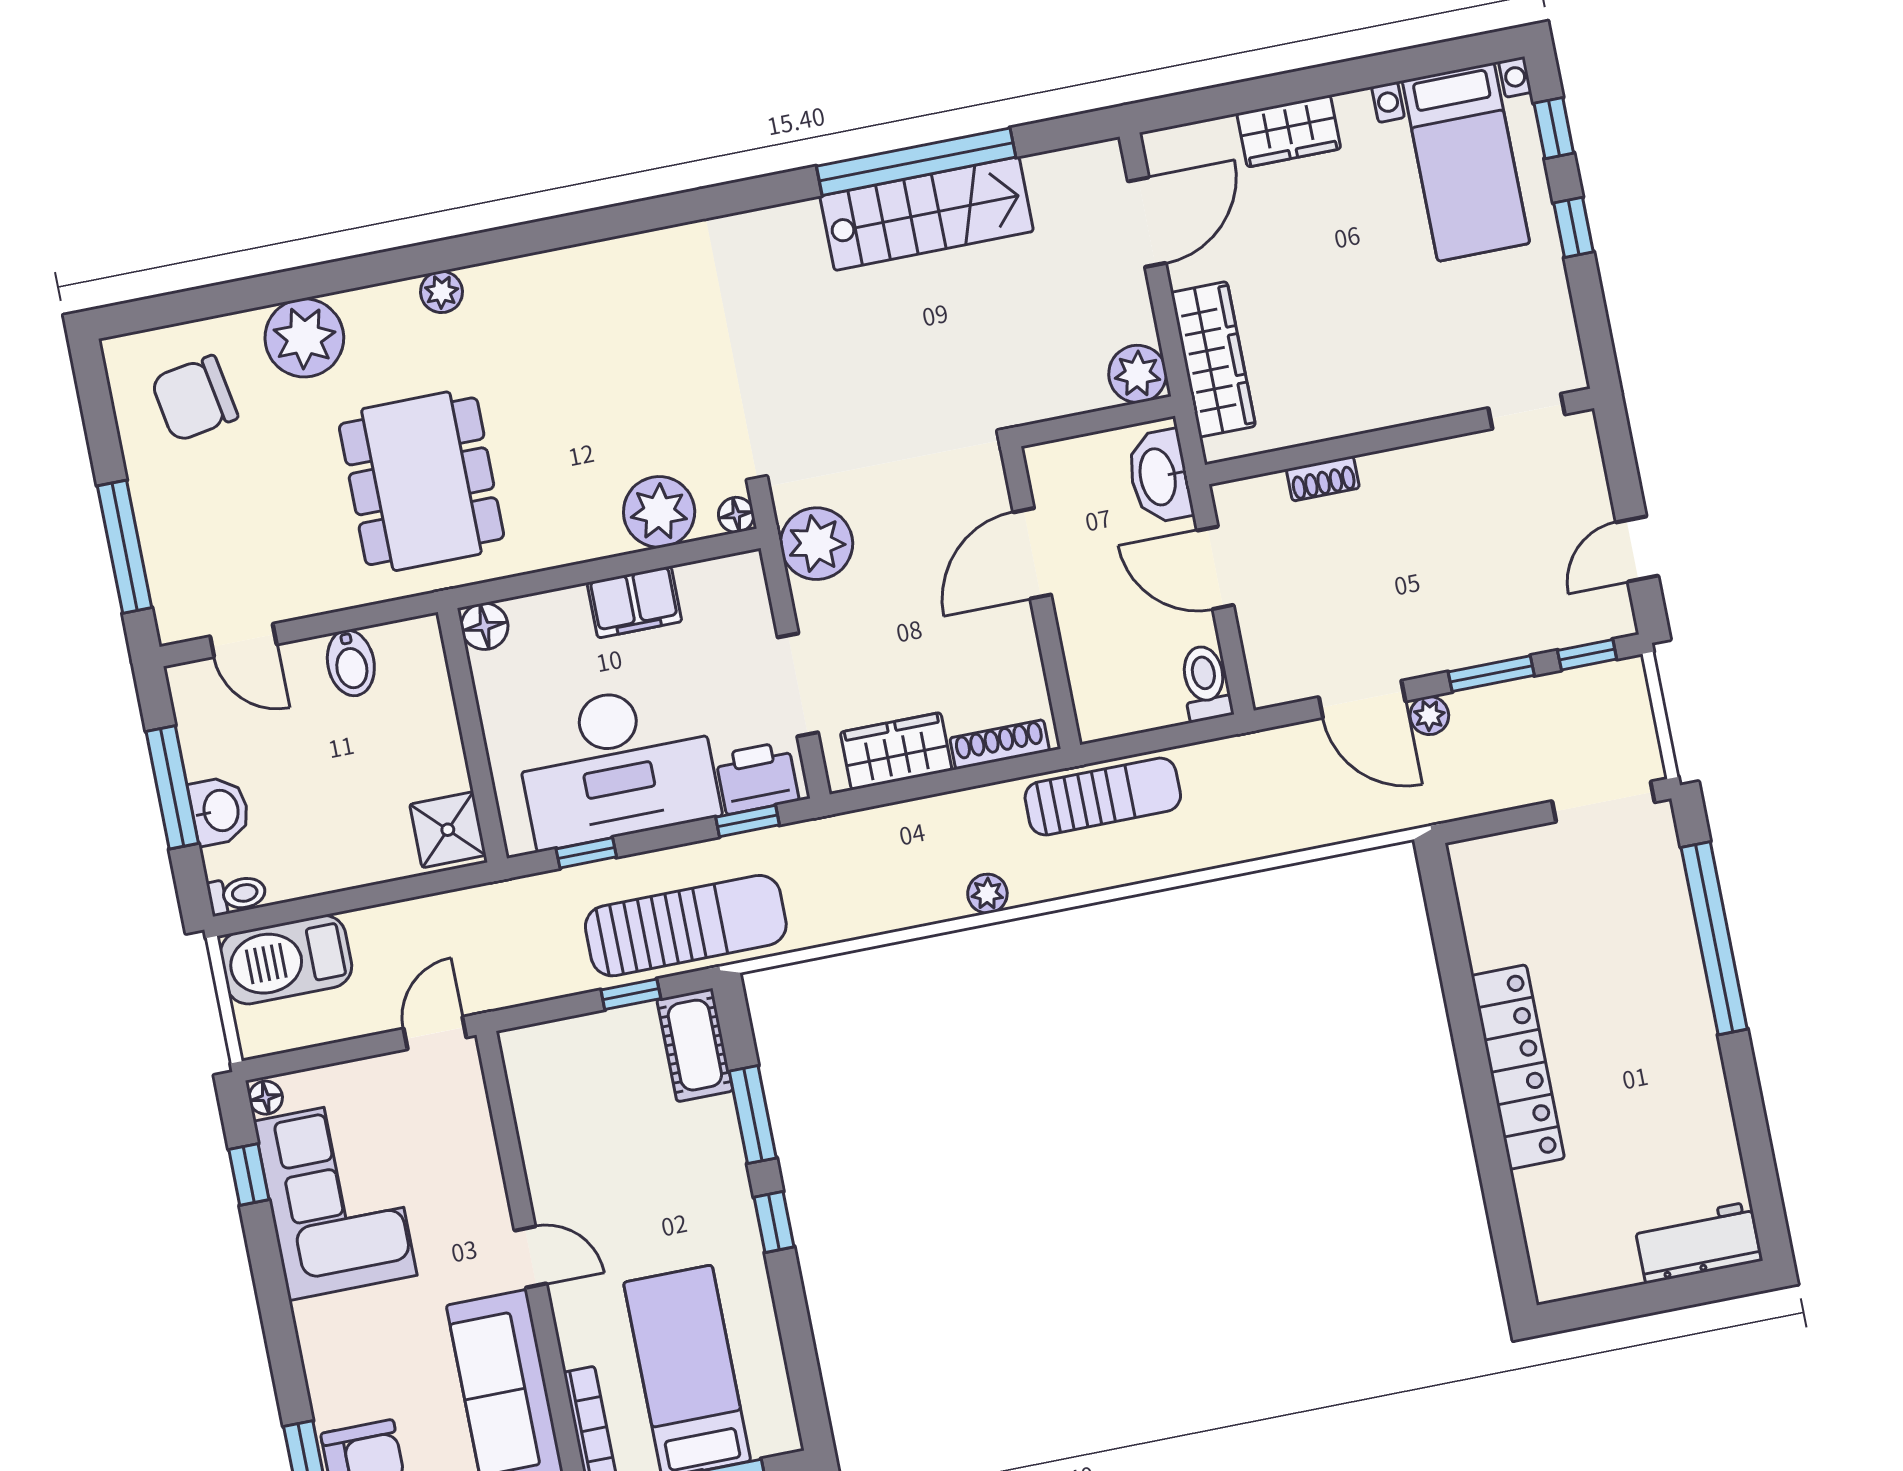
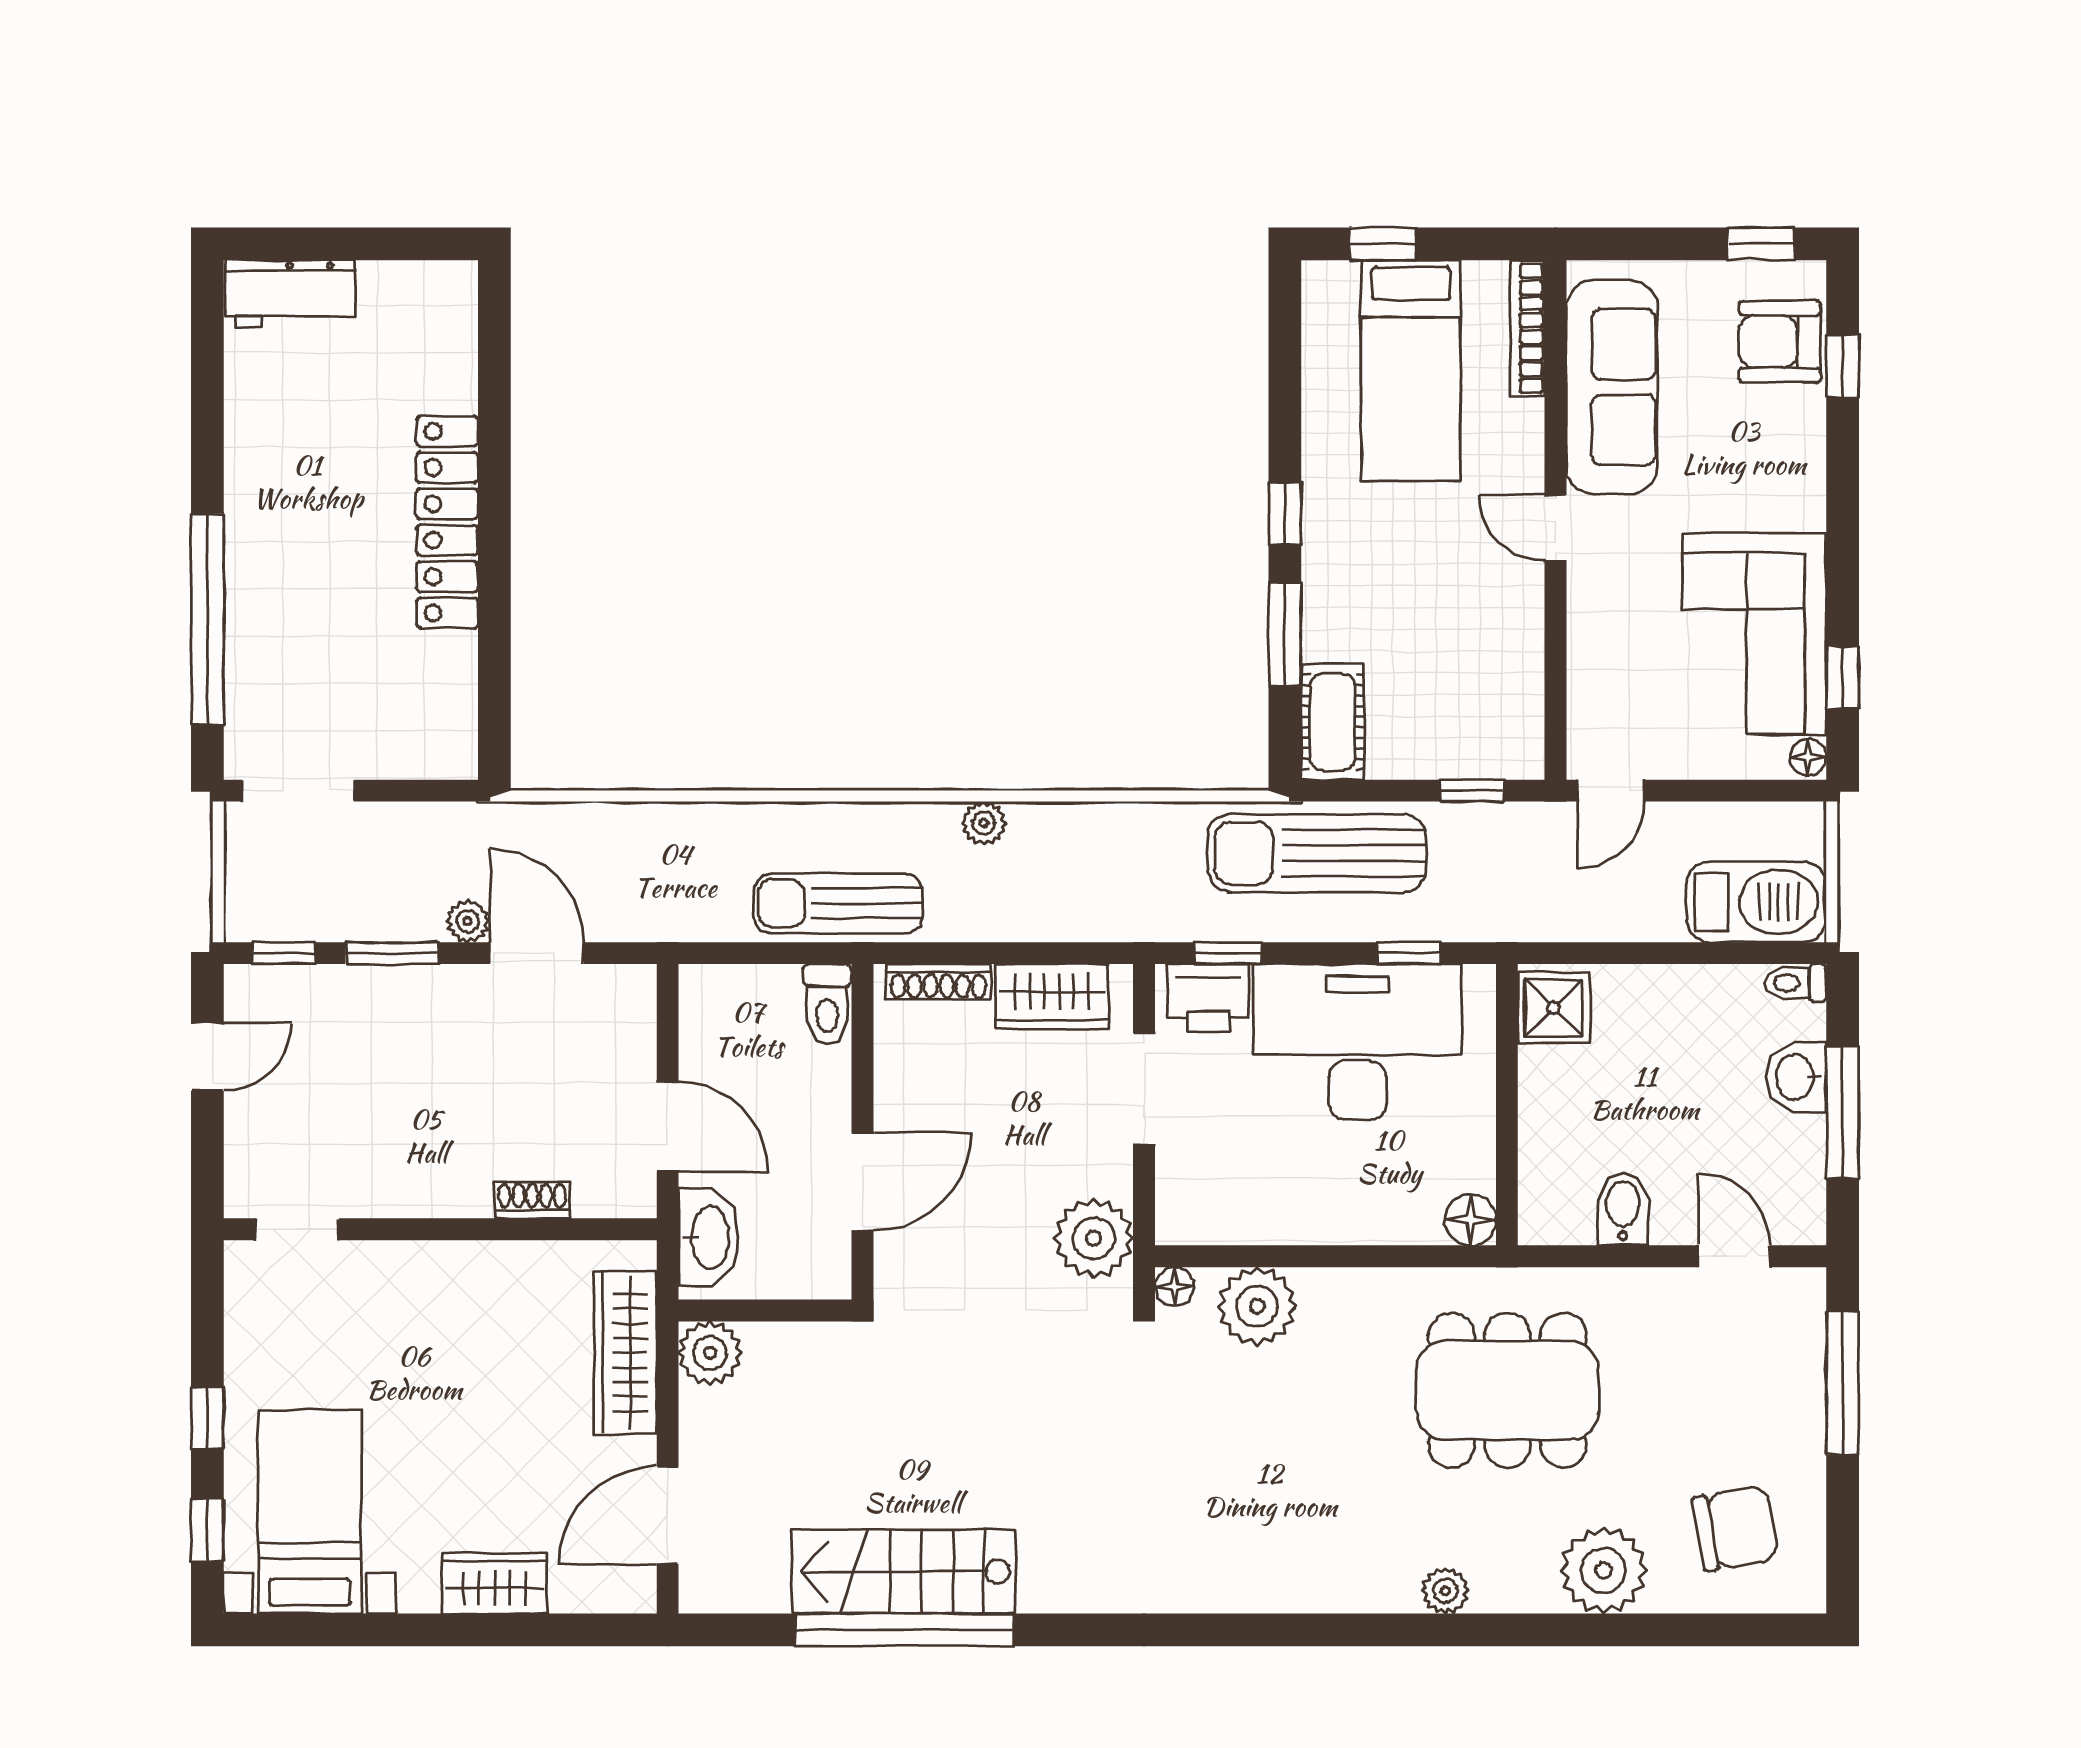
dining table: (421, 481) -> (1507, 1390), turned 90
filing cabinet: (634, 602) -> (1303, 1214), removed
toilet: (1205, 683) -> (827, 1004), moved
window: (631, 994) -> (1472, 791), moved

